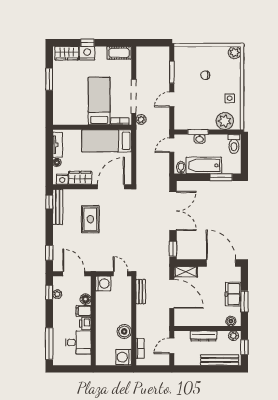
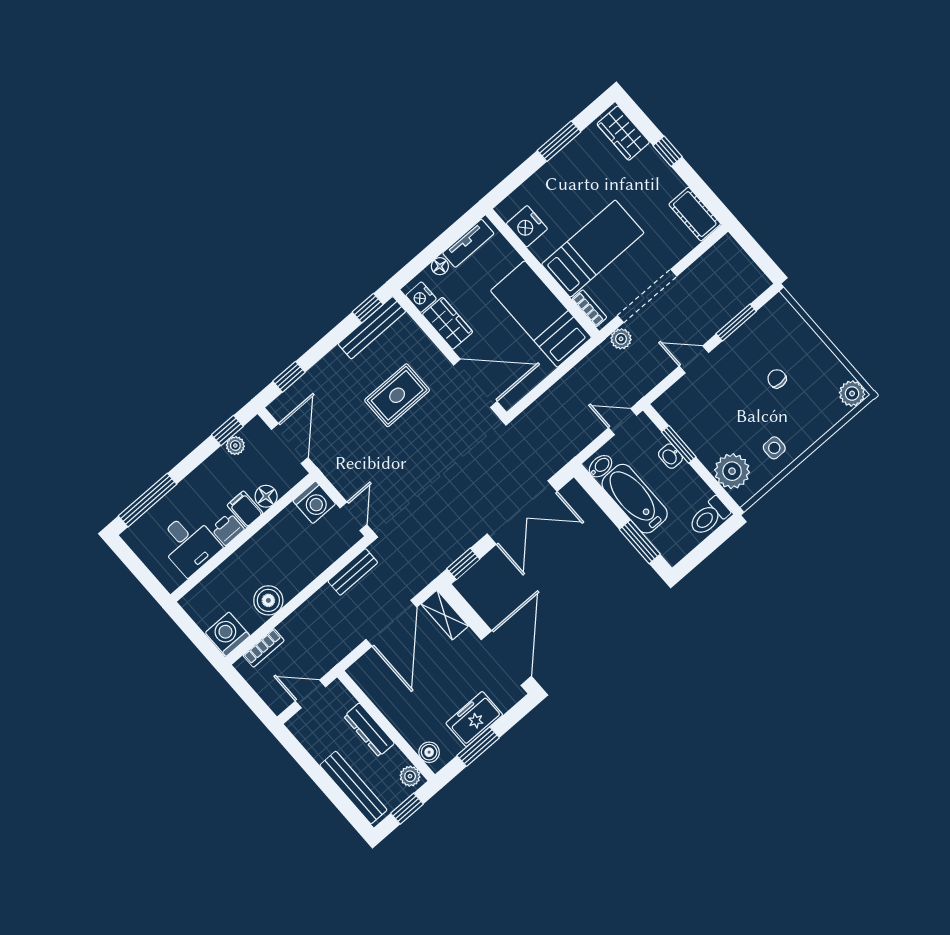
nightstand: (87, 53) -> (527, 226), moved, turned 180

